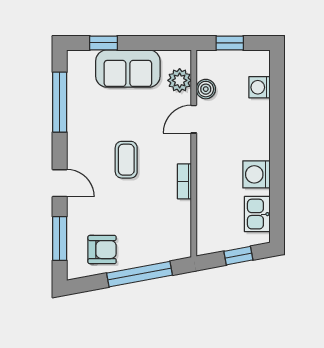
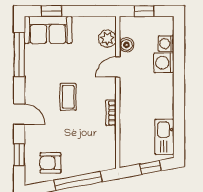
sofa: (128, 69) -> (48, 30), moved
washing machine: (256, 174) -> (164, 63), moved
kitchen sink: (257, 214) -> (164, 137), width x1.38
window: (60, 238) -> (19, 155), width x0.67
armchair: (102, 250) -> (50, 163), turned 180

